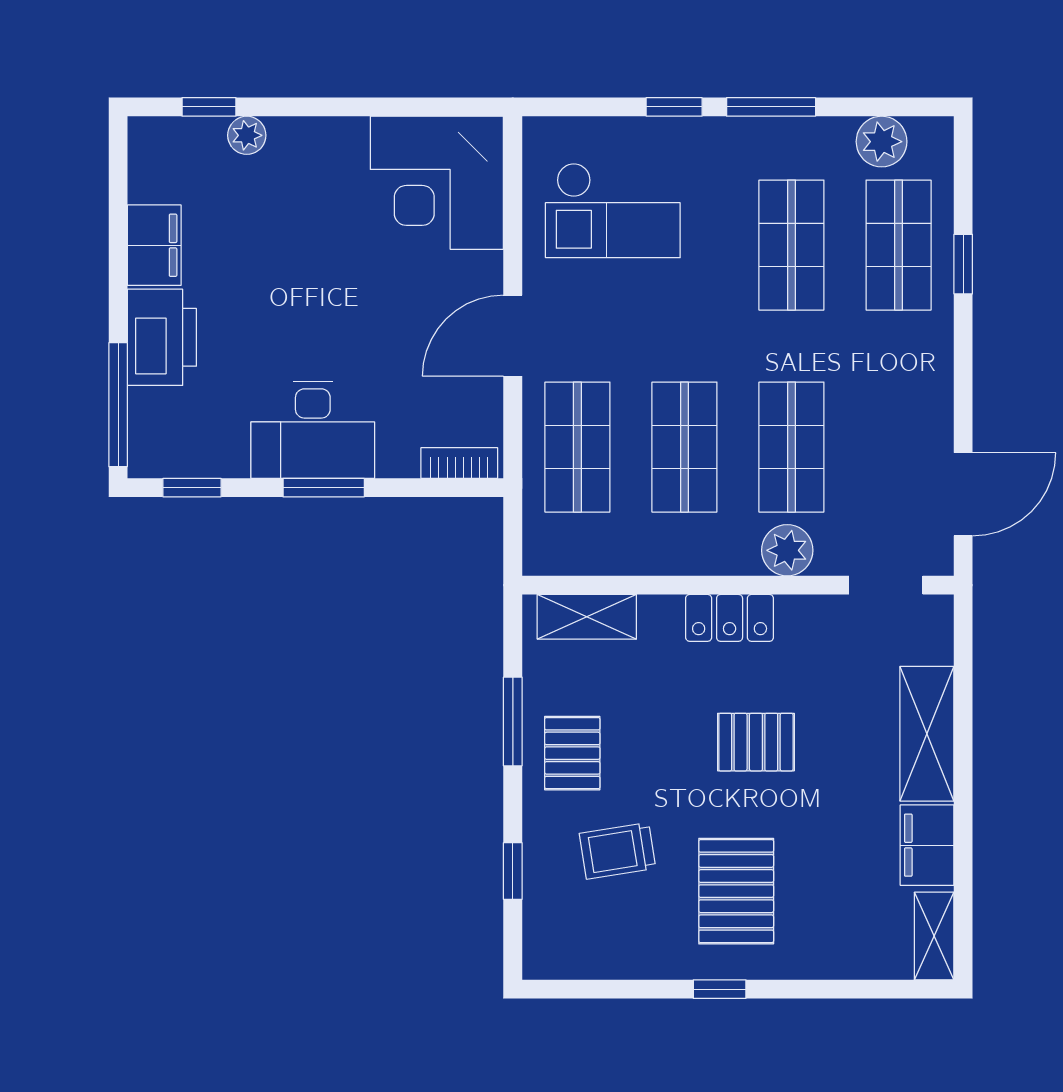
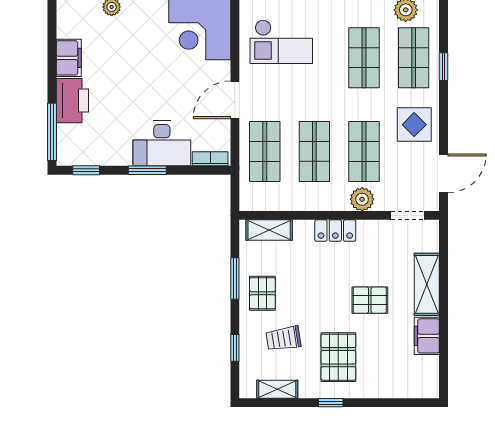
display table: (900, 389) -> (414, 125), added
desk: (313, 430) -> (162, 143), moved
pallet: (756, 742) -> (370, 300), moved
shelving: (934, 936) -> (277, 389), moved, turned 90

